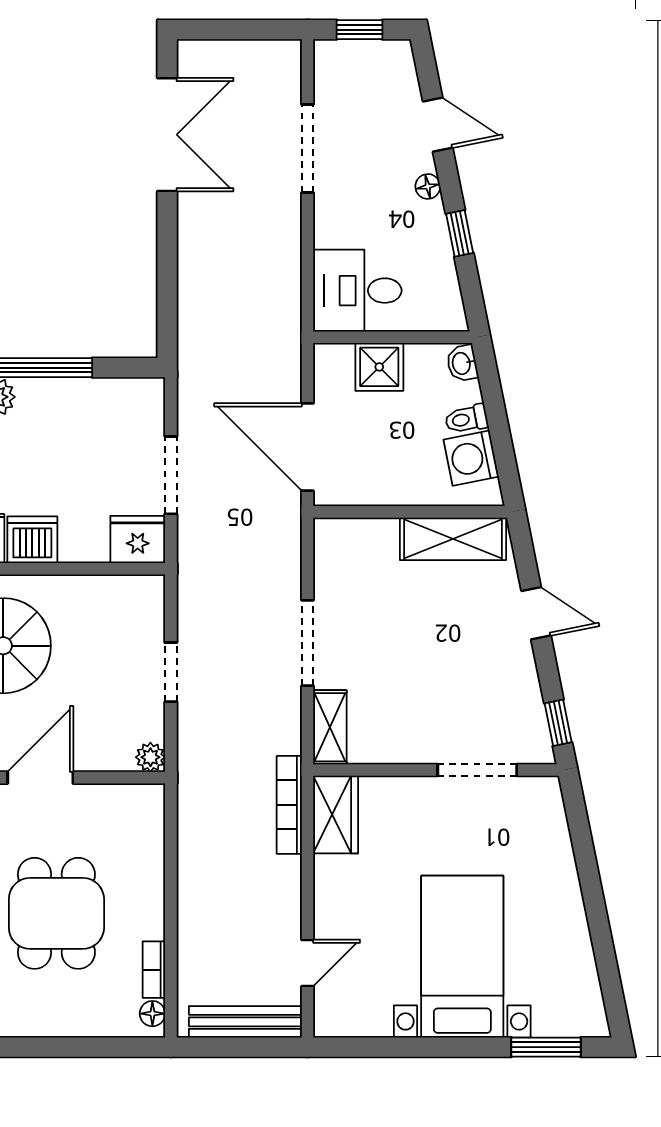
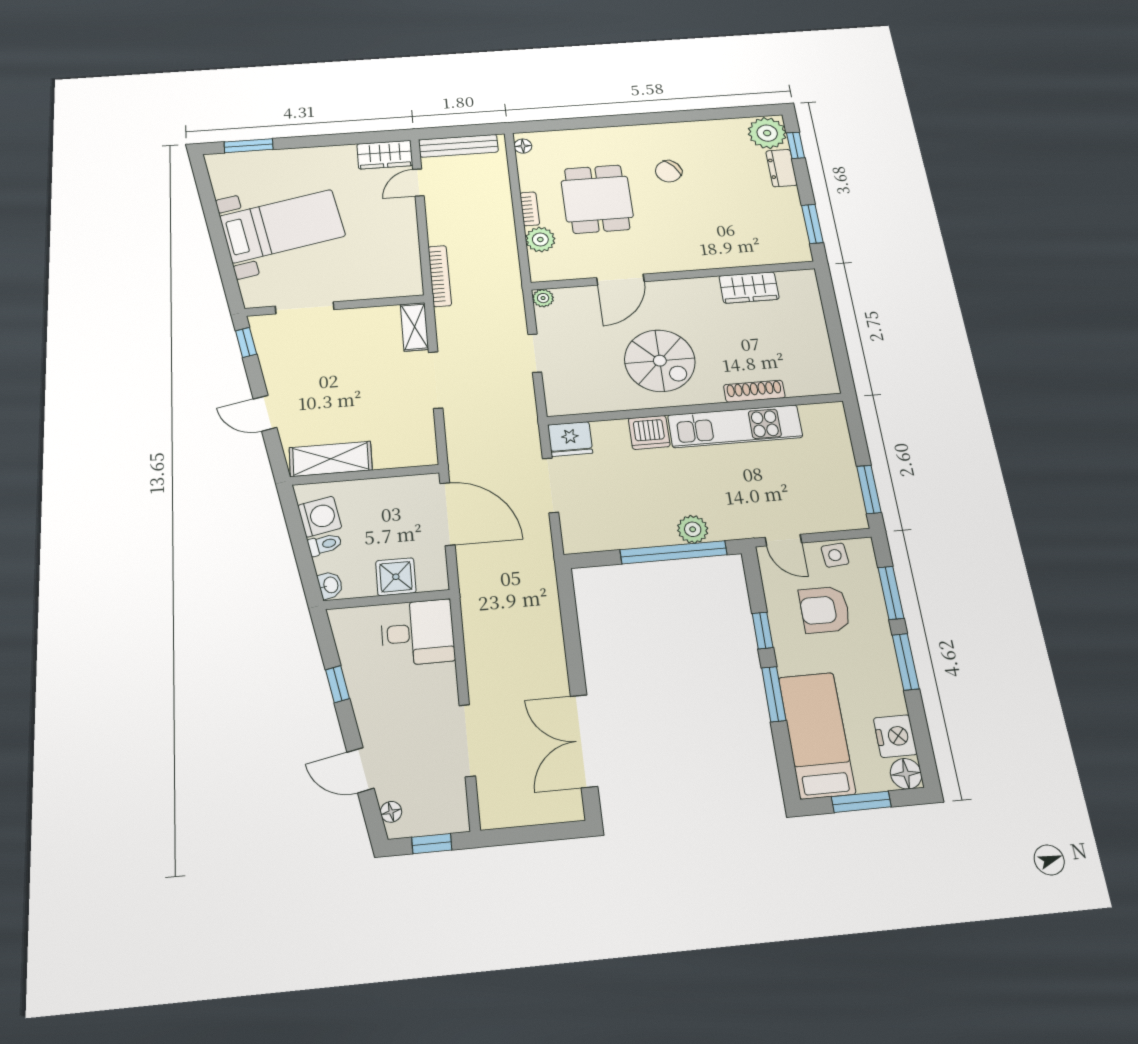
floor lamp: (428, 186) -> (391, 812), moved
wardrobe: (336, 815) -> (385, 155), moved, turned -90
plant: (144, 852) -> (540, 239), added
bed with nightstands: (462, 957) -> (282, 226), moved, turned -101
bookcase: (154, 970) -> (530, 209), moved

